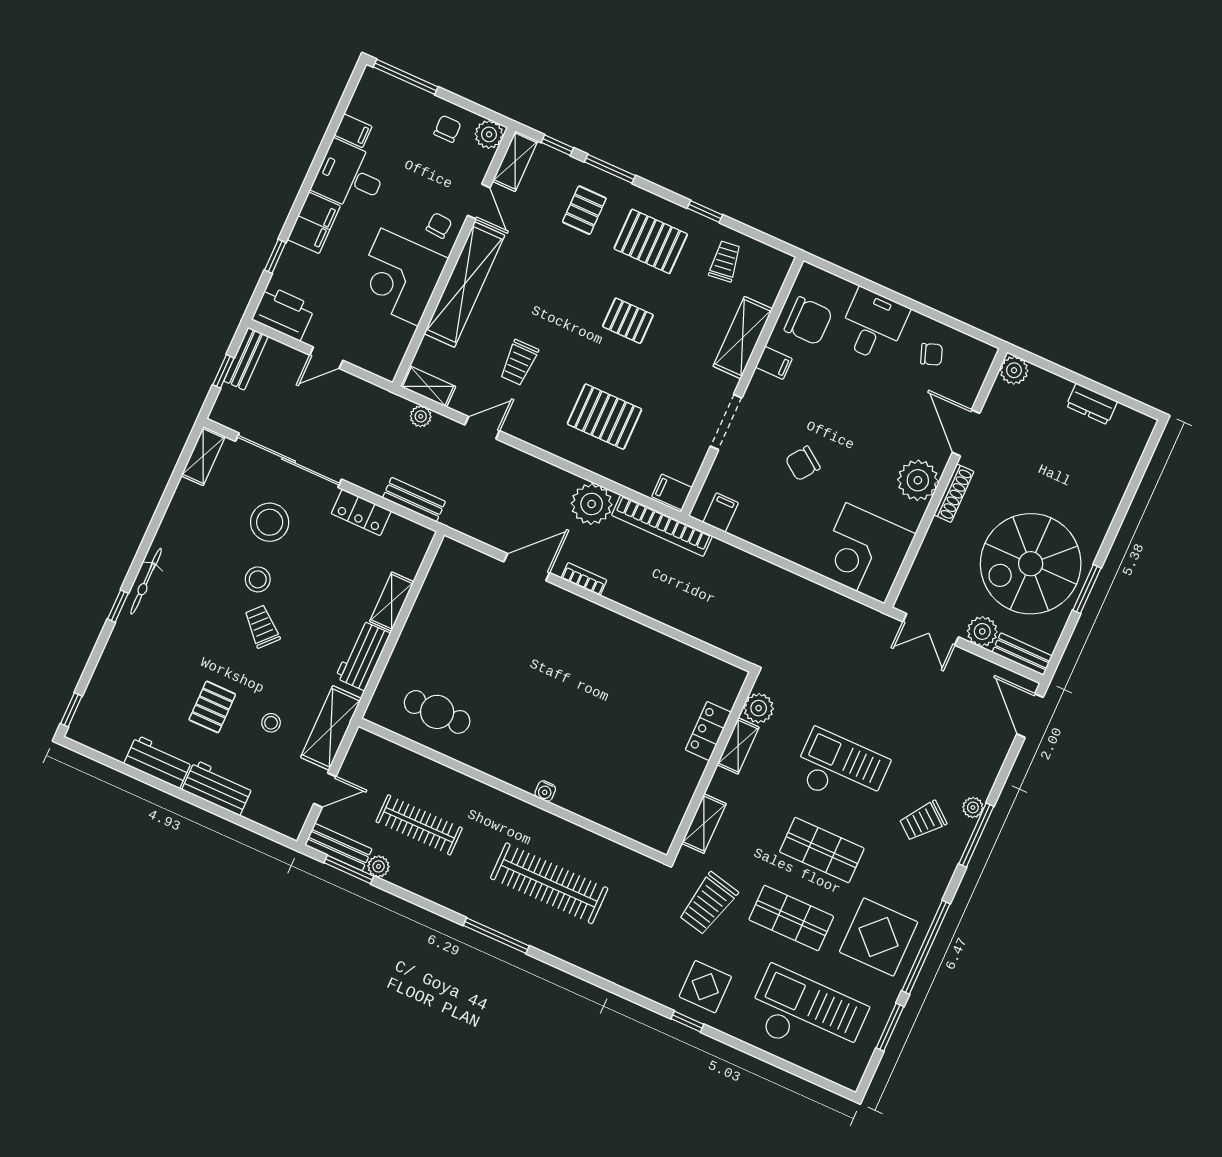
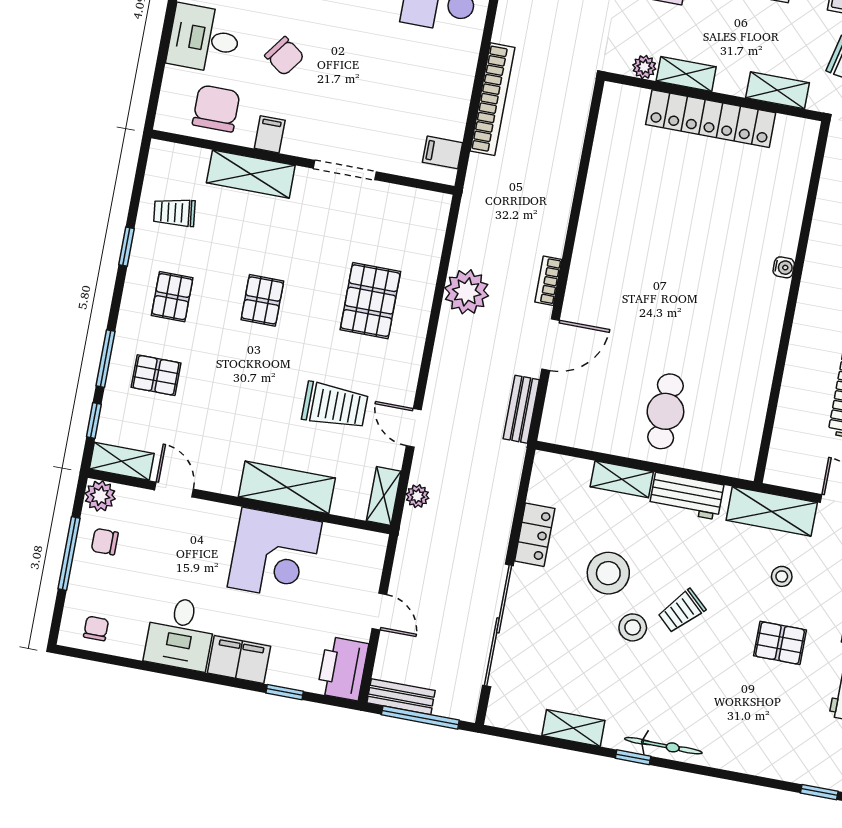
window: (406, 77) -> (69, 553), moved
filing cabinet: (353, 131) -> (131, 641), removed
door: (479, 202) -> (174, 490), hinge flipped
chair: (439, 226) -> (96, 628), moved, turned 86
pallet: (651, 241) -> (172, 297), width x0.67, depth x0.71
shelving: (464, 284) -> (287, 487), width x0.68
trolley: (519, 363) -> (335, 406), width x1.36, depth x1.39
window: (223, 371) -> (420, 717), width x2.17
shelving: (203, 456) -> (573, 728), moved
chair: (803, 463) -> (284, 56), moved
filing cabinet: (672, 492) -> (433, 210), removed
bench: (414, 500) -> (521, 409), moved
stool: (270, 522) -> (608, 573), moved
bookcase: (662, 526) -> (493, 99), moved
door: (527, 567) -> (551, 345), swing flipped
window: (118, 606) -> (633, 757), moved
plant: (759, 708) -> (644, 67), width x0.73, depth x0.73
cafe table: (437, 712) -> (665, 411), moved
locker: (708, 731) -> (711, 119), width x2.16, depth x1.21

